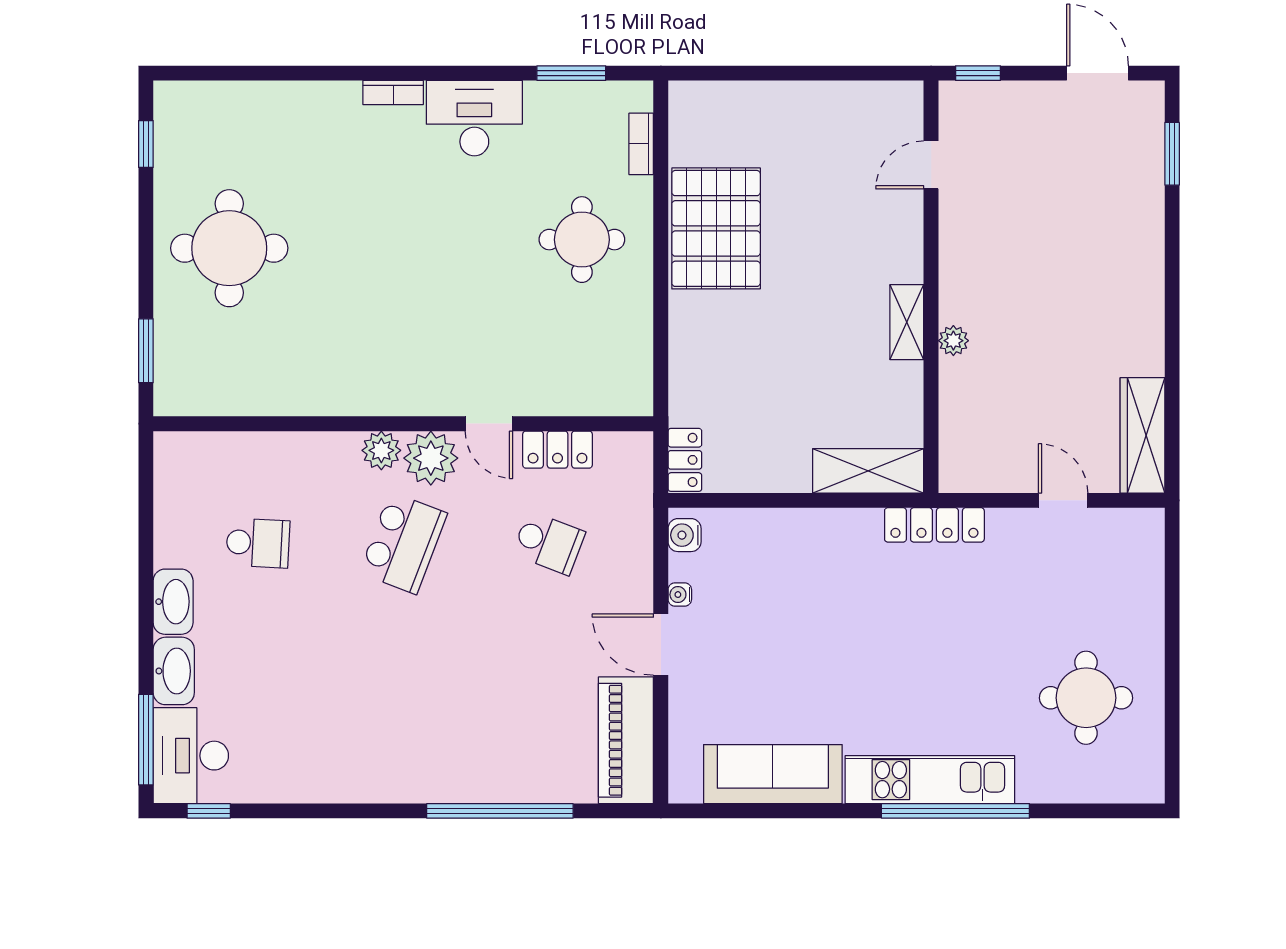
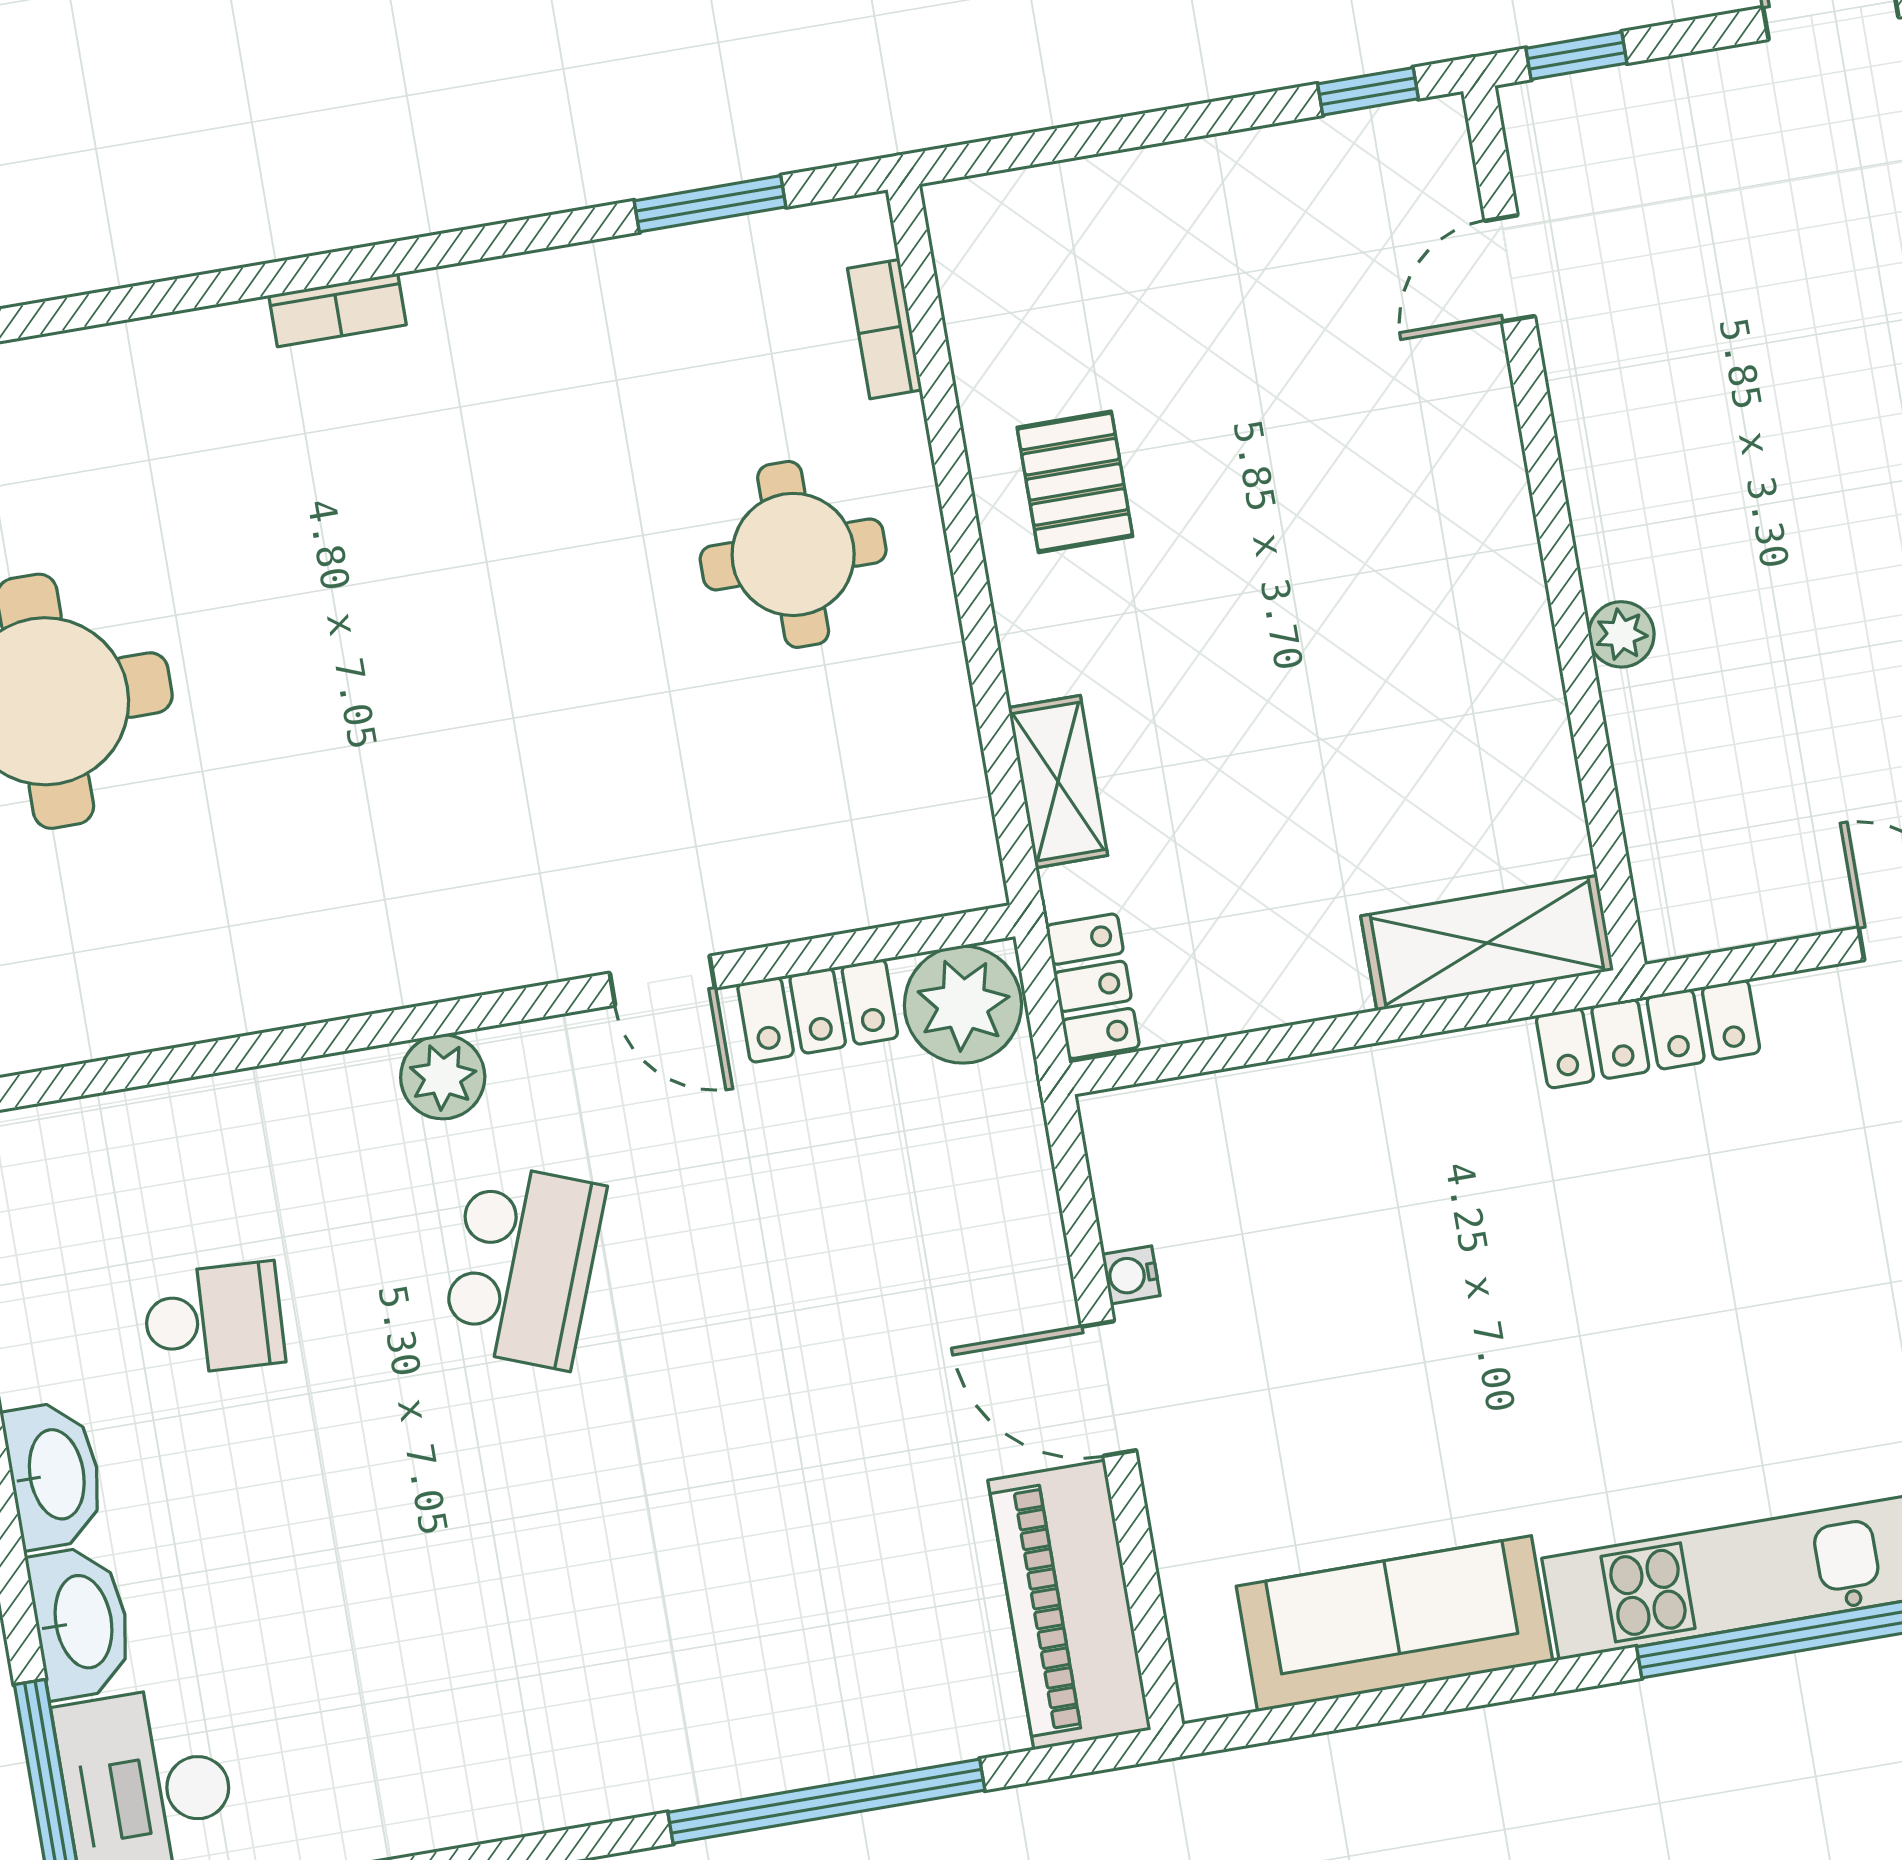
window: (880, 73) -> (1368, 91), added
desk: (474, 118) -> (520, 335), removed
pallet: (716, 228) -> (1075, 482), width x0.49, depth x0.50
shelving: (907, 322) -> (1058, 782), moved
plant: (431, 458) -> (963, 1005), moved
water cooler: (685, 535) -> (1120, 1147), removed
school desk: (549, 543) -> (833, 1213), removed

